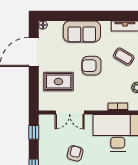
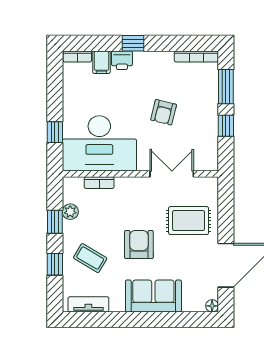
armchair: (91, 66) -> (139, 245), turned -90
window: (34, 132) -> (226, 126), moved

